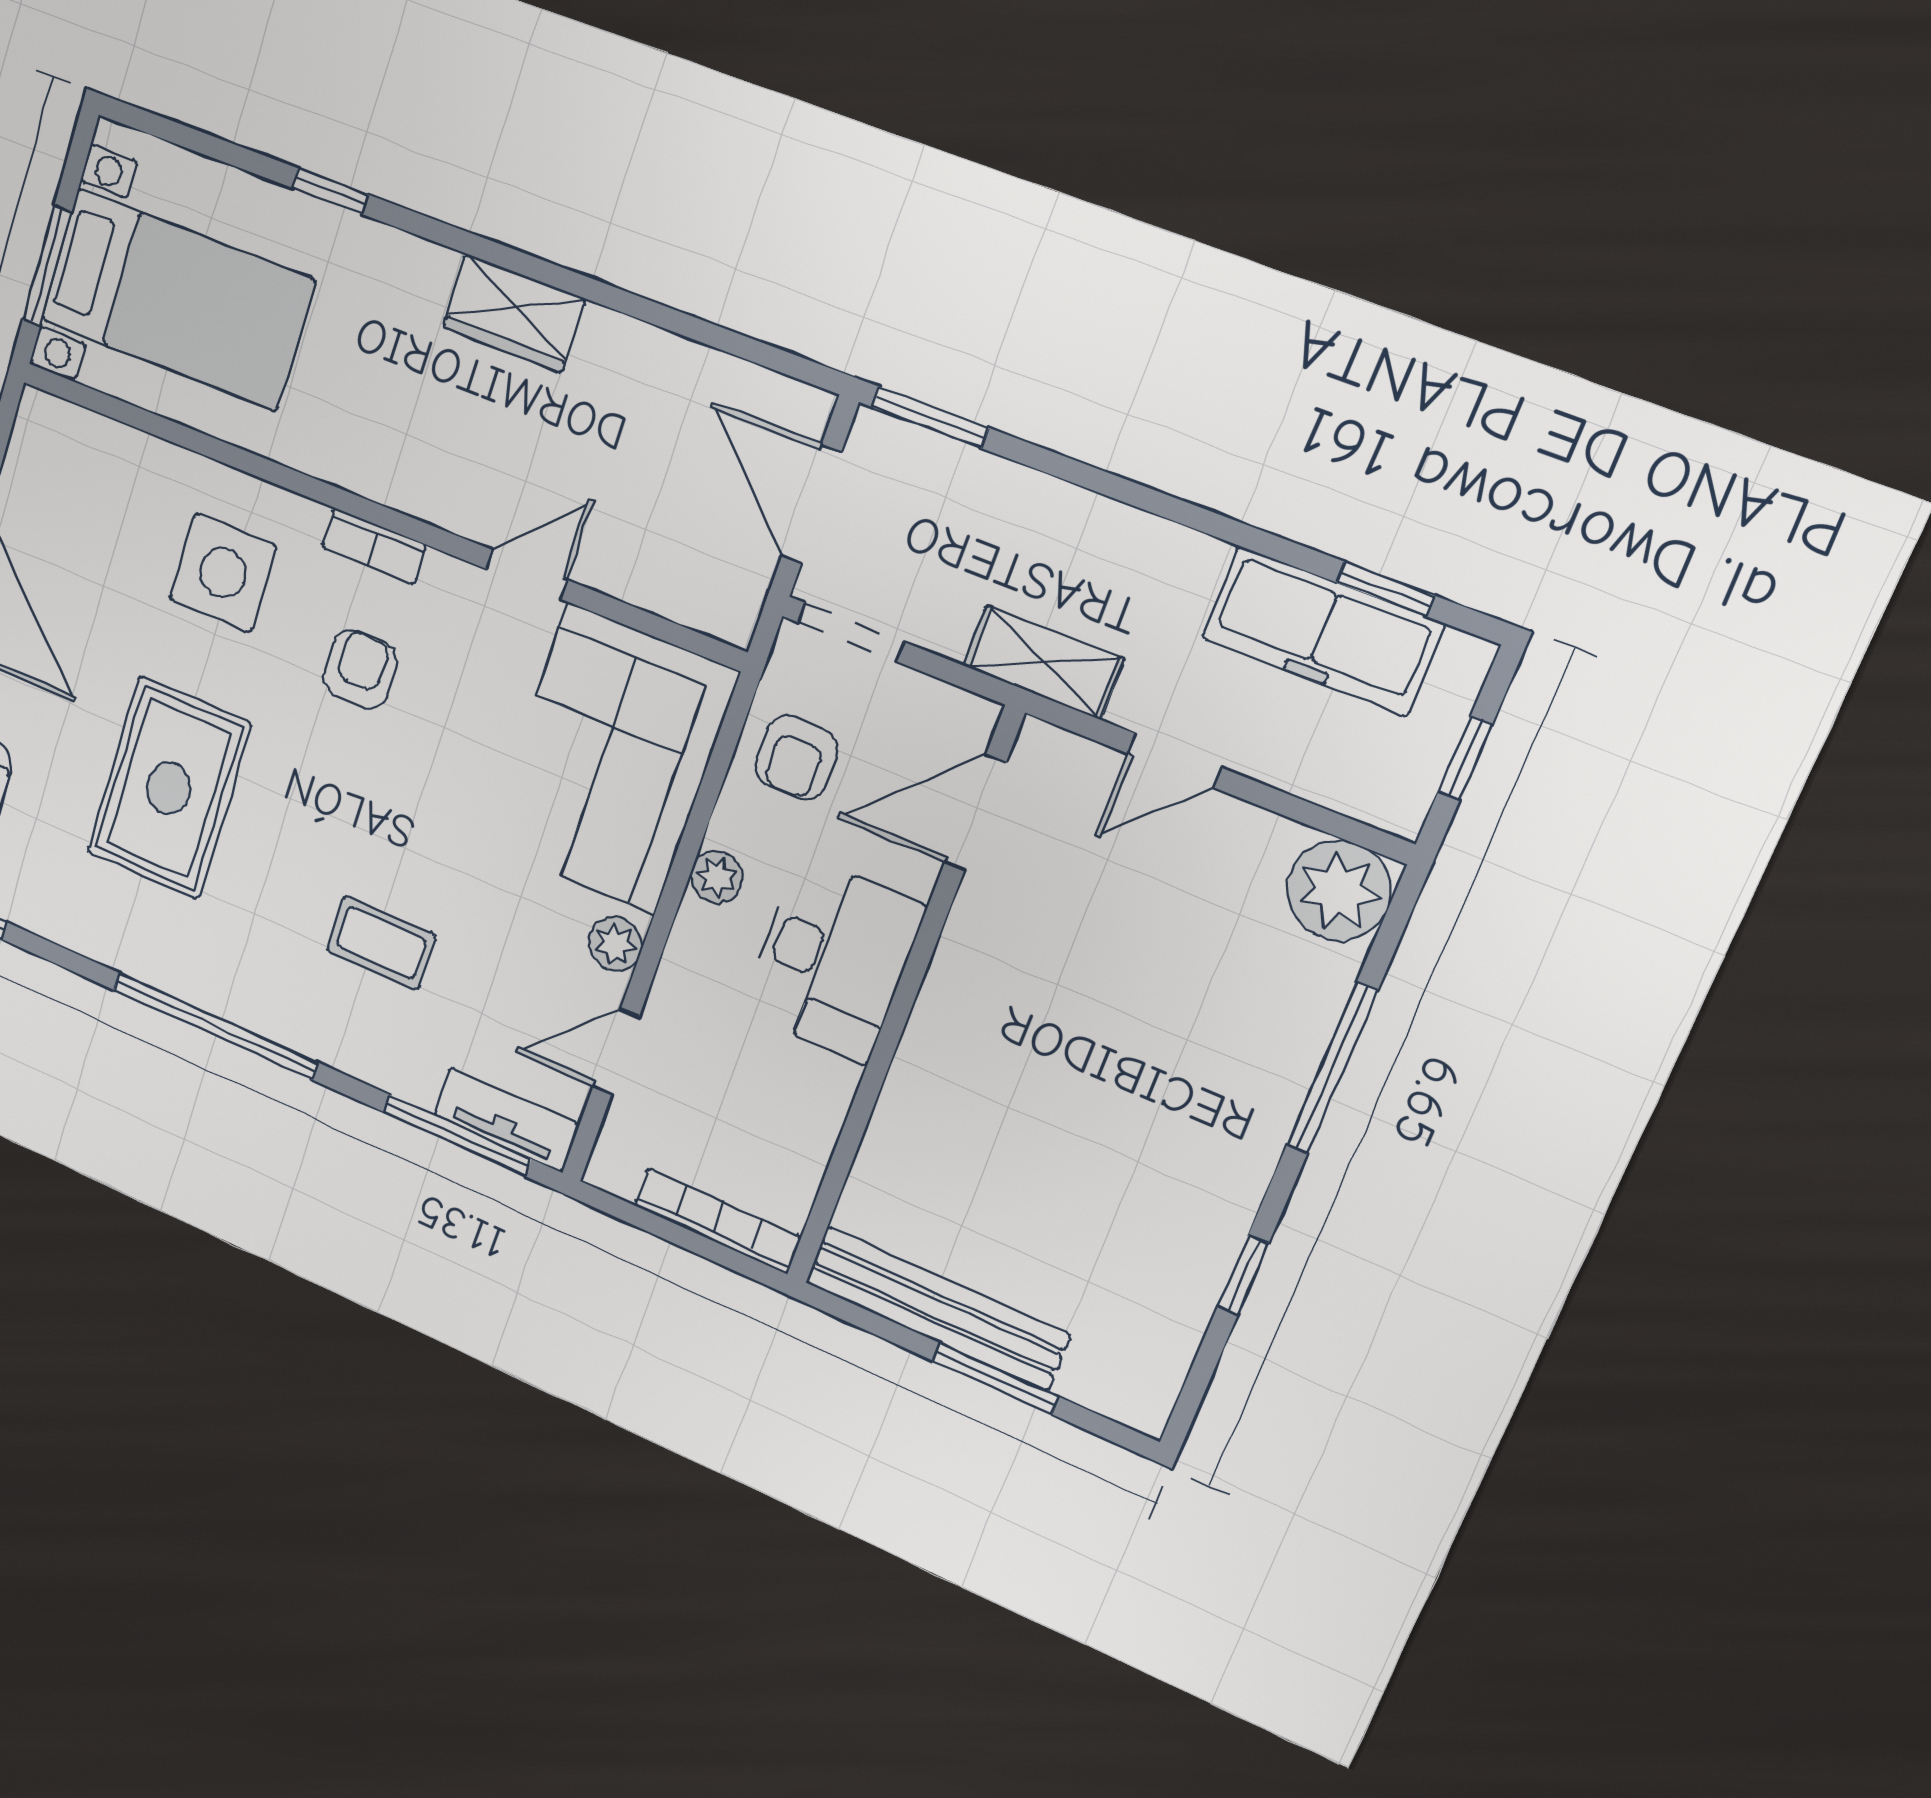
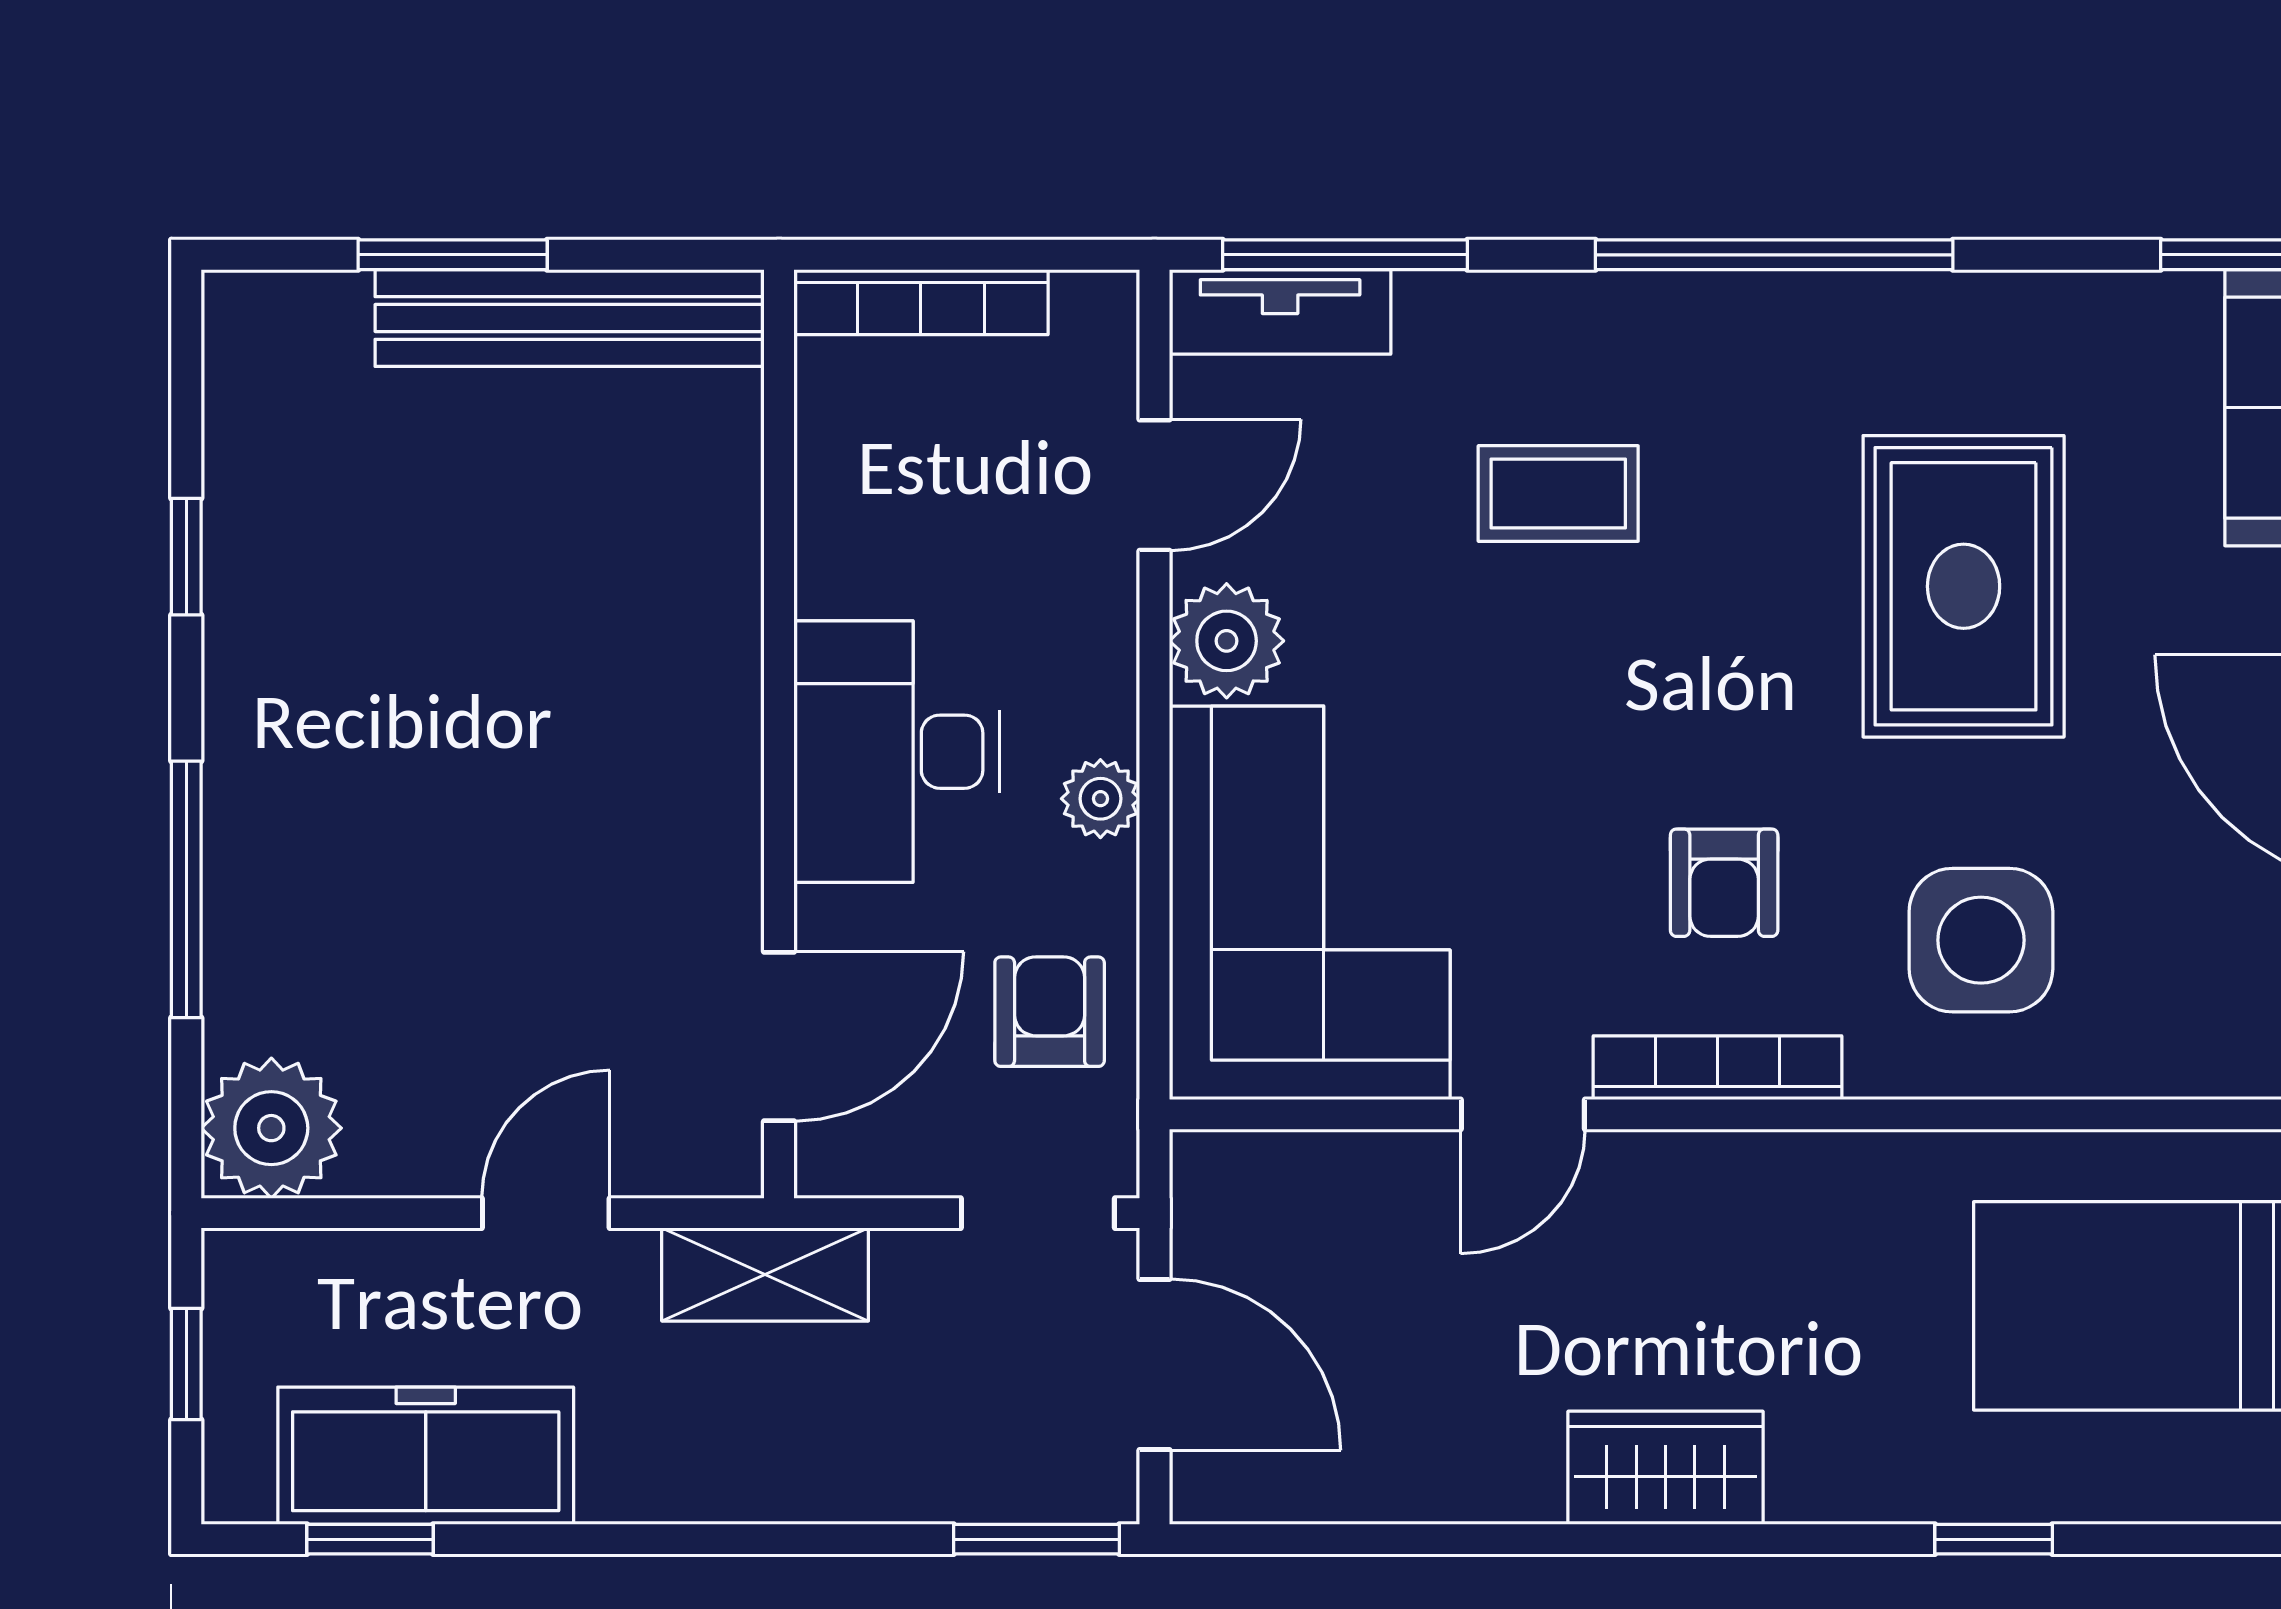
bookcase: (374, 546) -> (1717, 1068), width x1.56
plant: (615, 944) -> (1227, 641), width x1.38, depth x1.38

